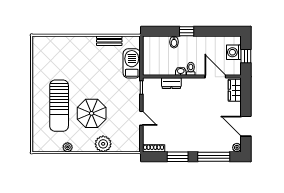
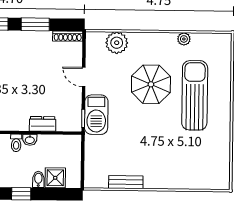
shower: (162, 43) -> (55, 178), added
barbecue: (132, 63) -> (96, 115), moved
plant: (103, 144) -> (117, 43), moved

